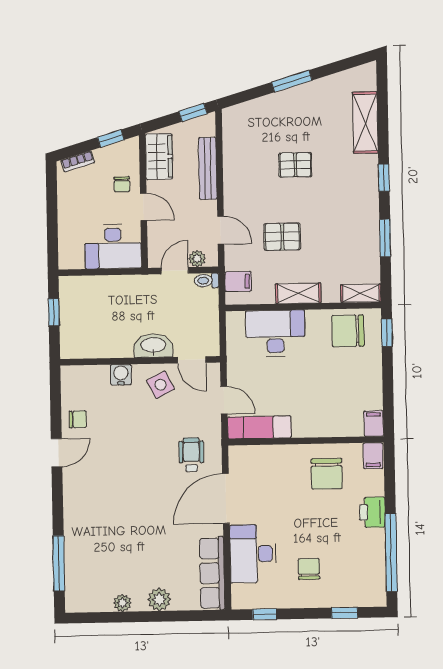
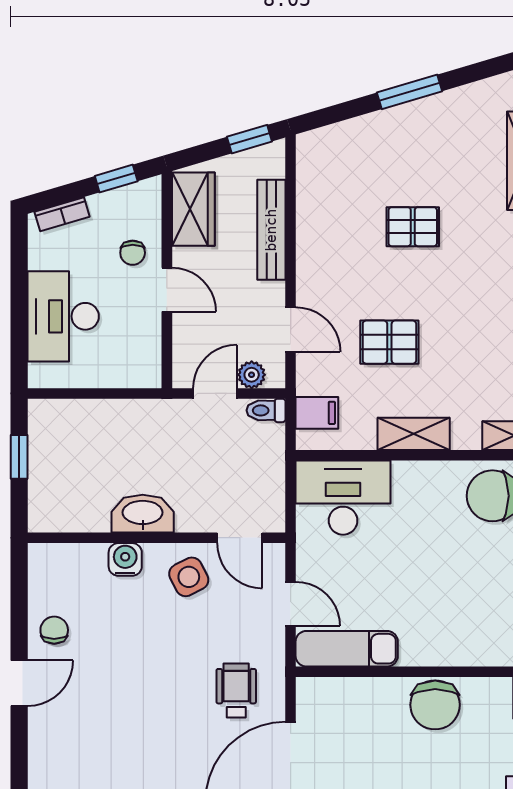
desk: (113, 247) -> (63, 316), moved, turned 90
desk: (275, 333) -> (343, 498), moved
washbasin: (153, 346) -> (143, 514), moved
chair: (78, 419) -> (54, 630), turned -90
chair: (327, 474) -> (435, 705), moved

